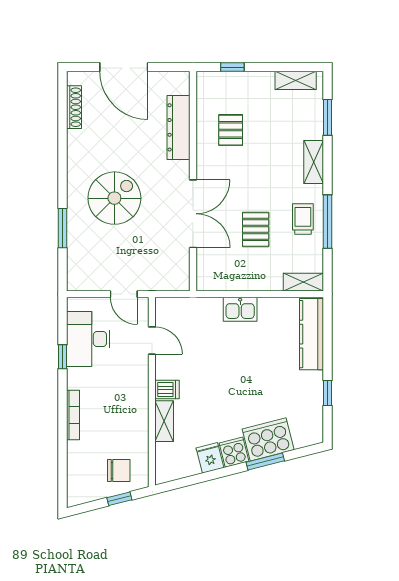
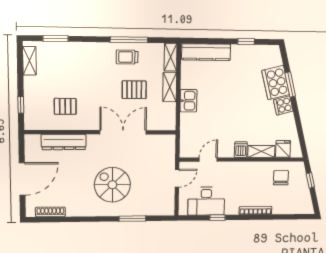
shelving: (314, 162) -> (170, 87), moved, turned 90
fridge: (210, 458) -> (283, 149), moved, turned 104
chair: (119, 471) -> (281, 178), moved

